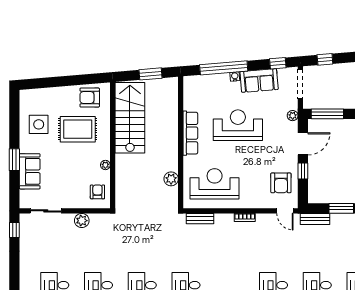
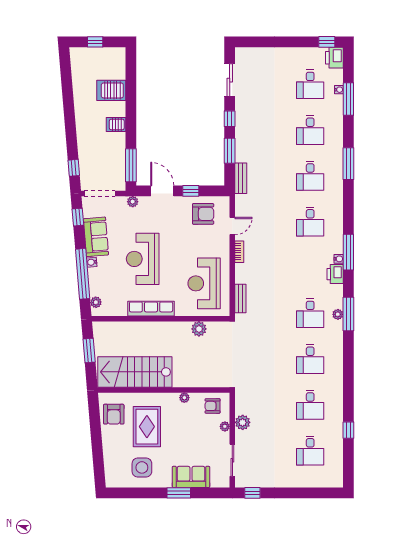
plant: (197, 80) -> (96, 302), added
plant: (78, 204) -> (225, 426), added
door: (285, 211) -> (232, 226), moved

